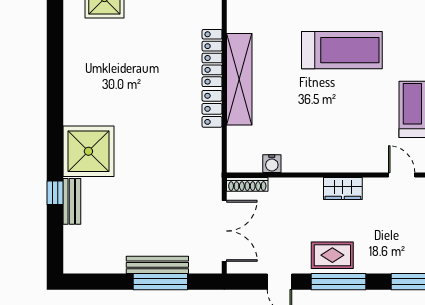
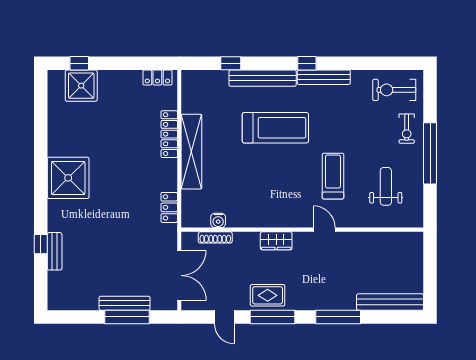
locker: (212, 109) -> (169, 207), moved
shower: (88, 151) -> (68, 178), moved
shoe rack: (247, 184) -> (215, 237), moved

